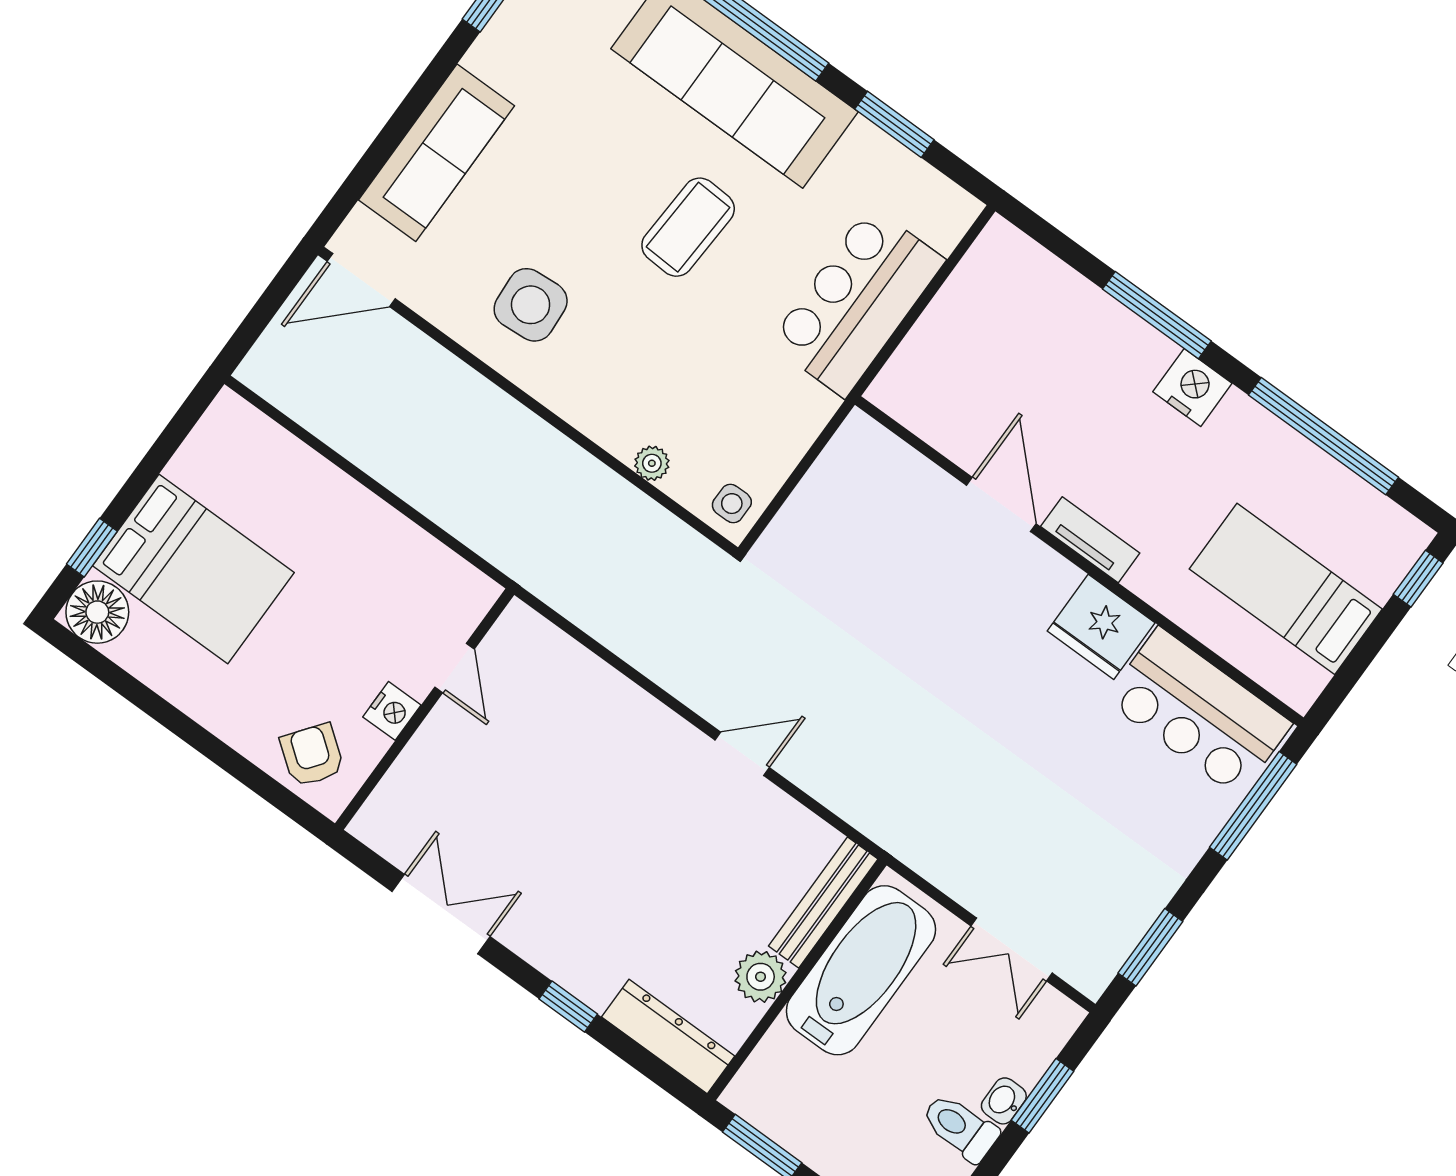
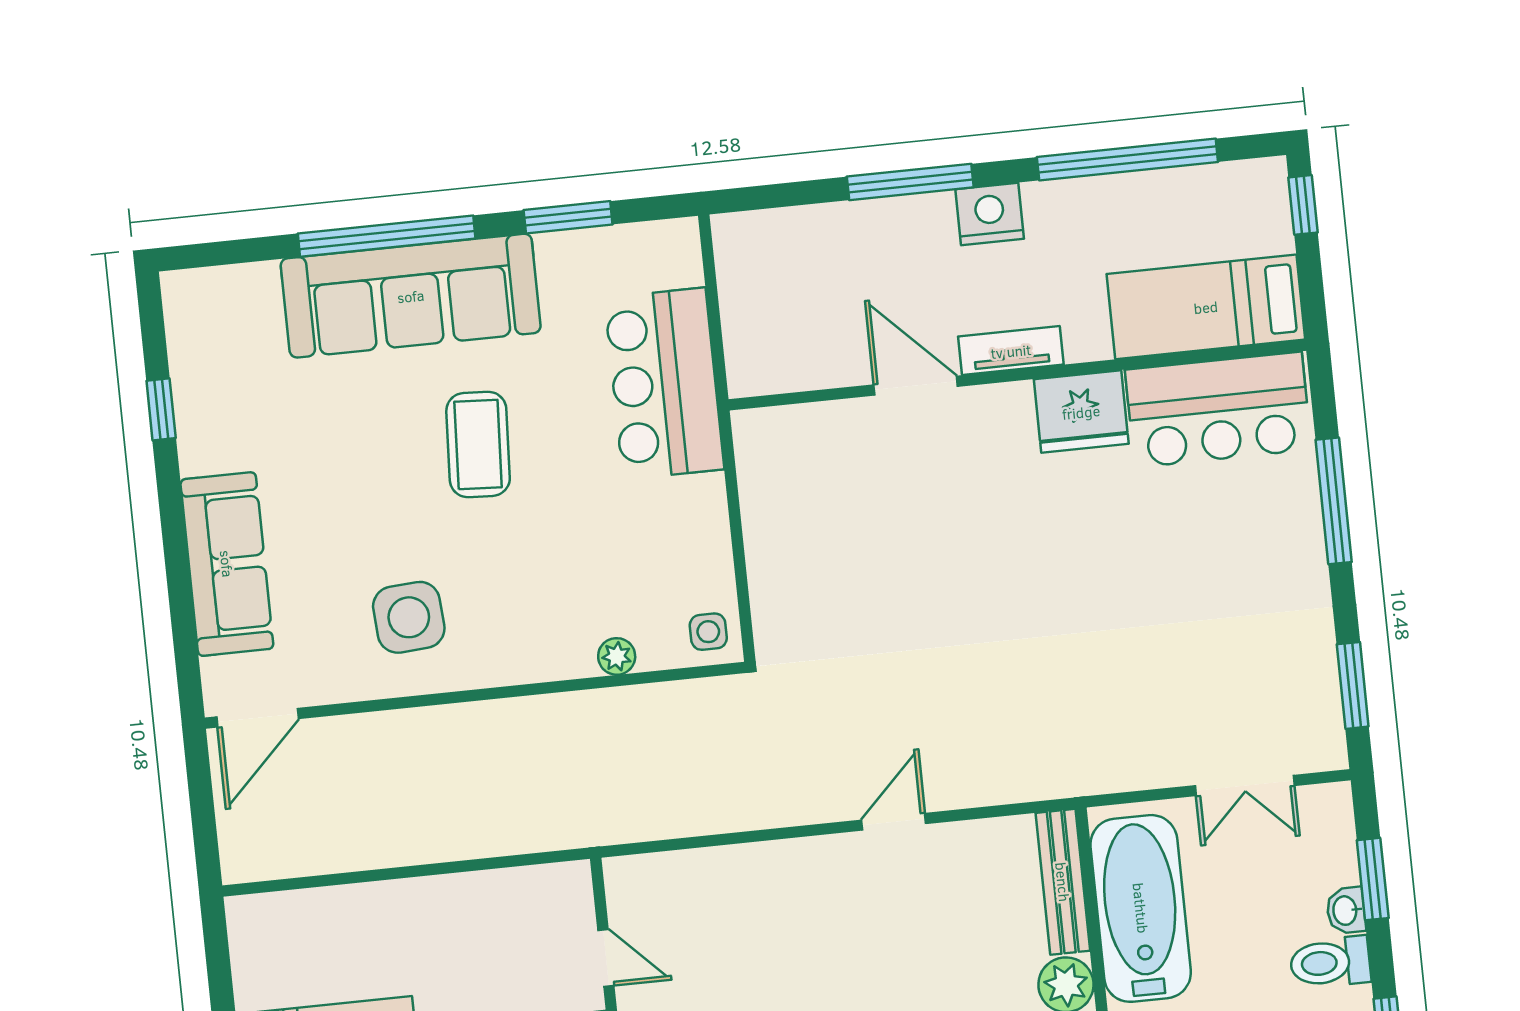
door: (1001, 504) -> (916, 386), moved
tv unit: (1090, 540) -> (1011, 351), moved
wall: (1079, 561) -> (1017, 375), moved
fridge: (1101, 627) -> (1081, 412), moved
bar counter: (1198, 712) -> (1218, 410), moved

